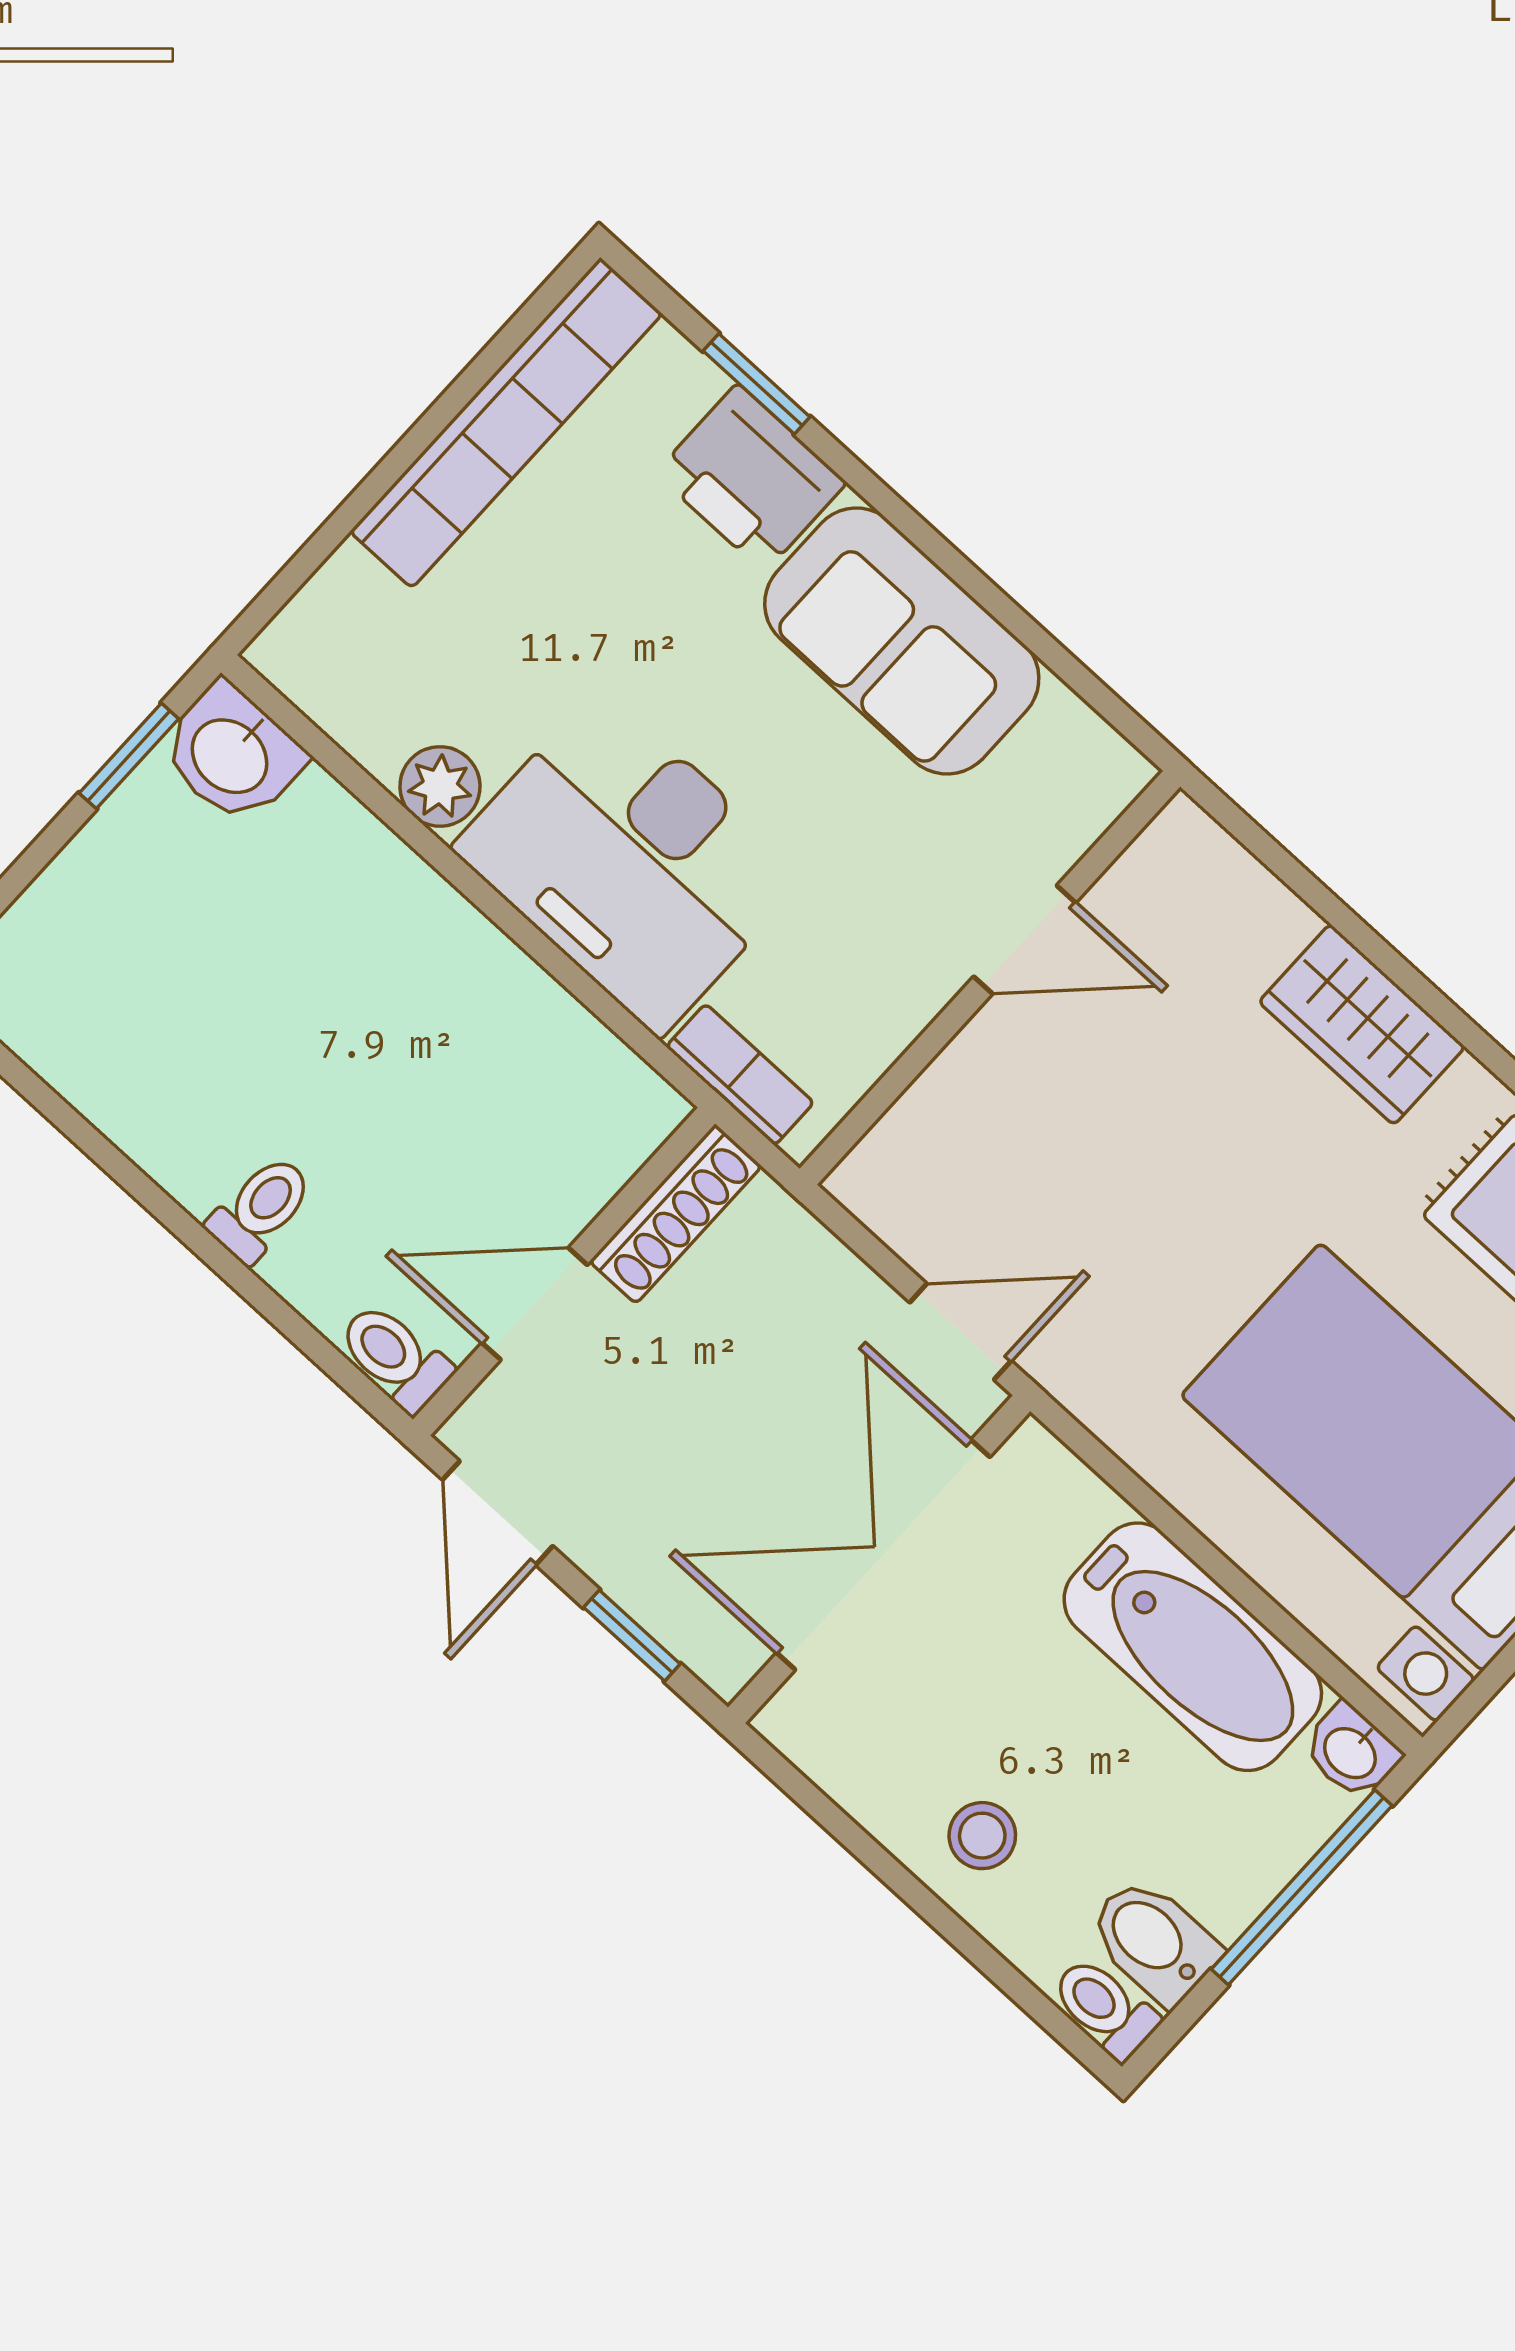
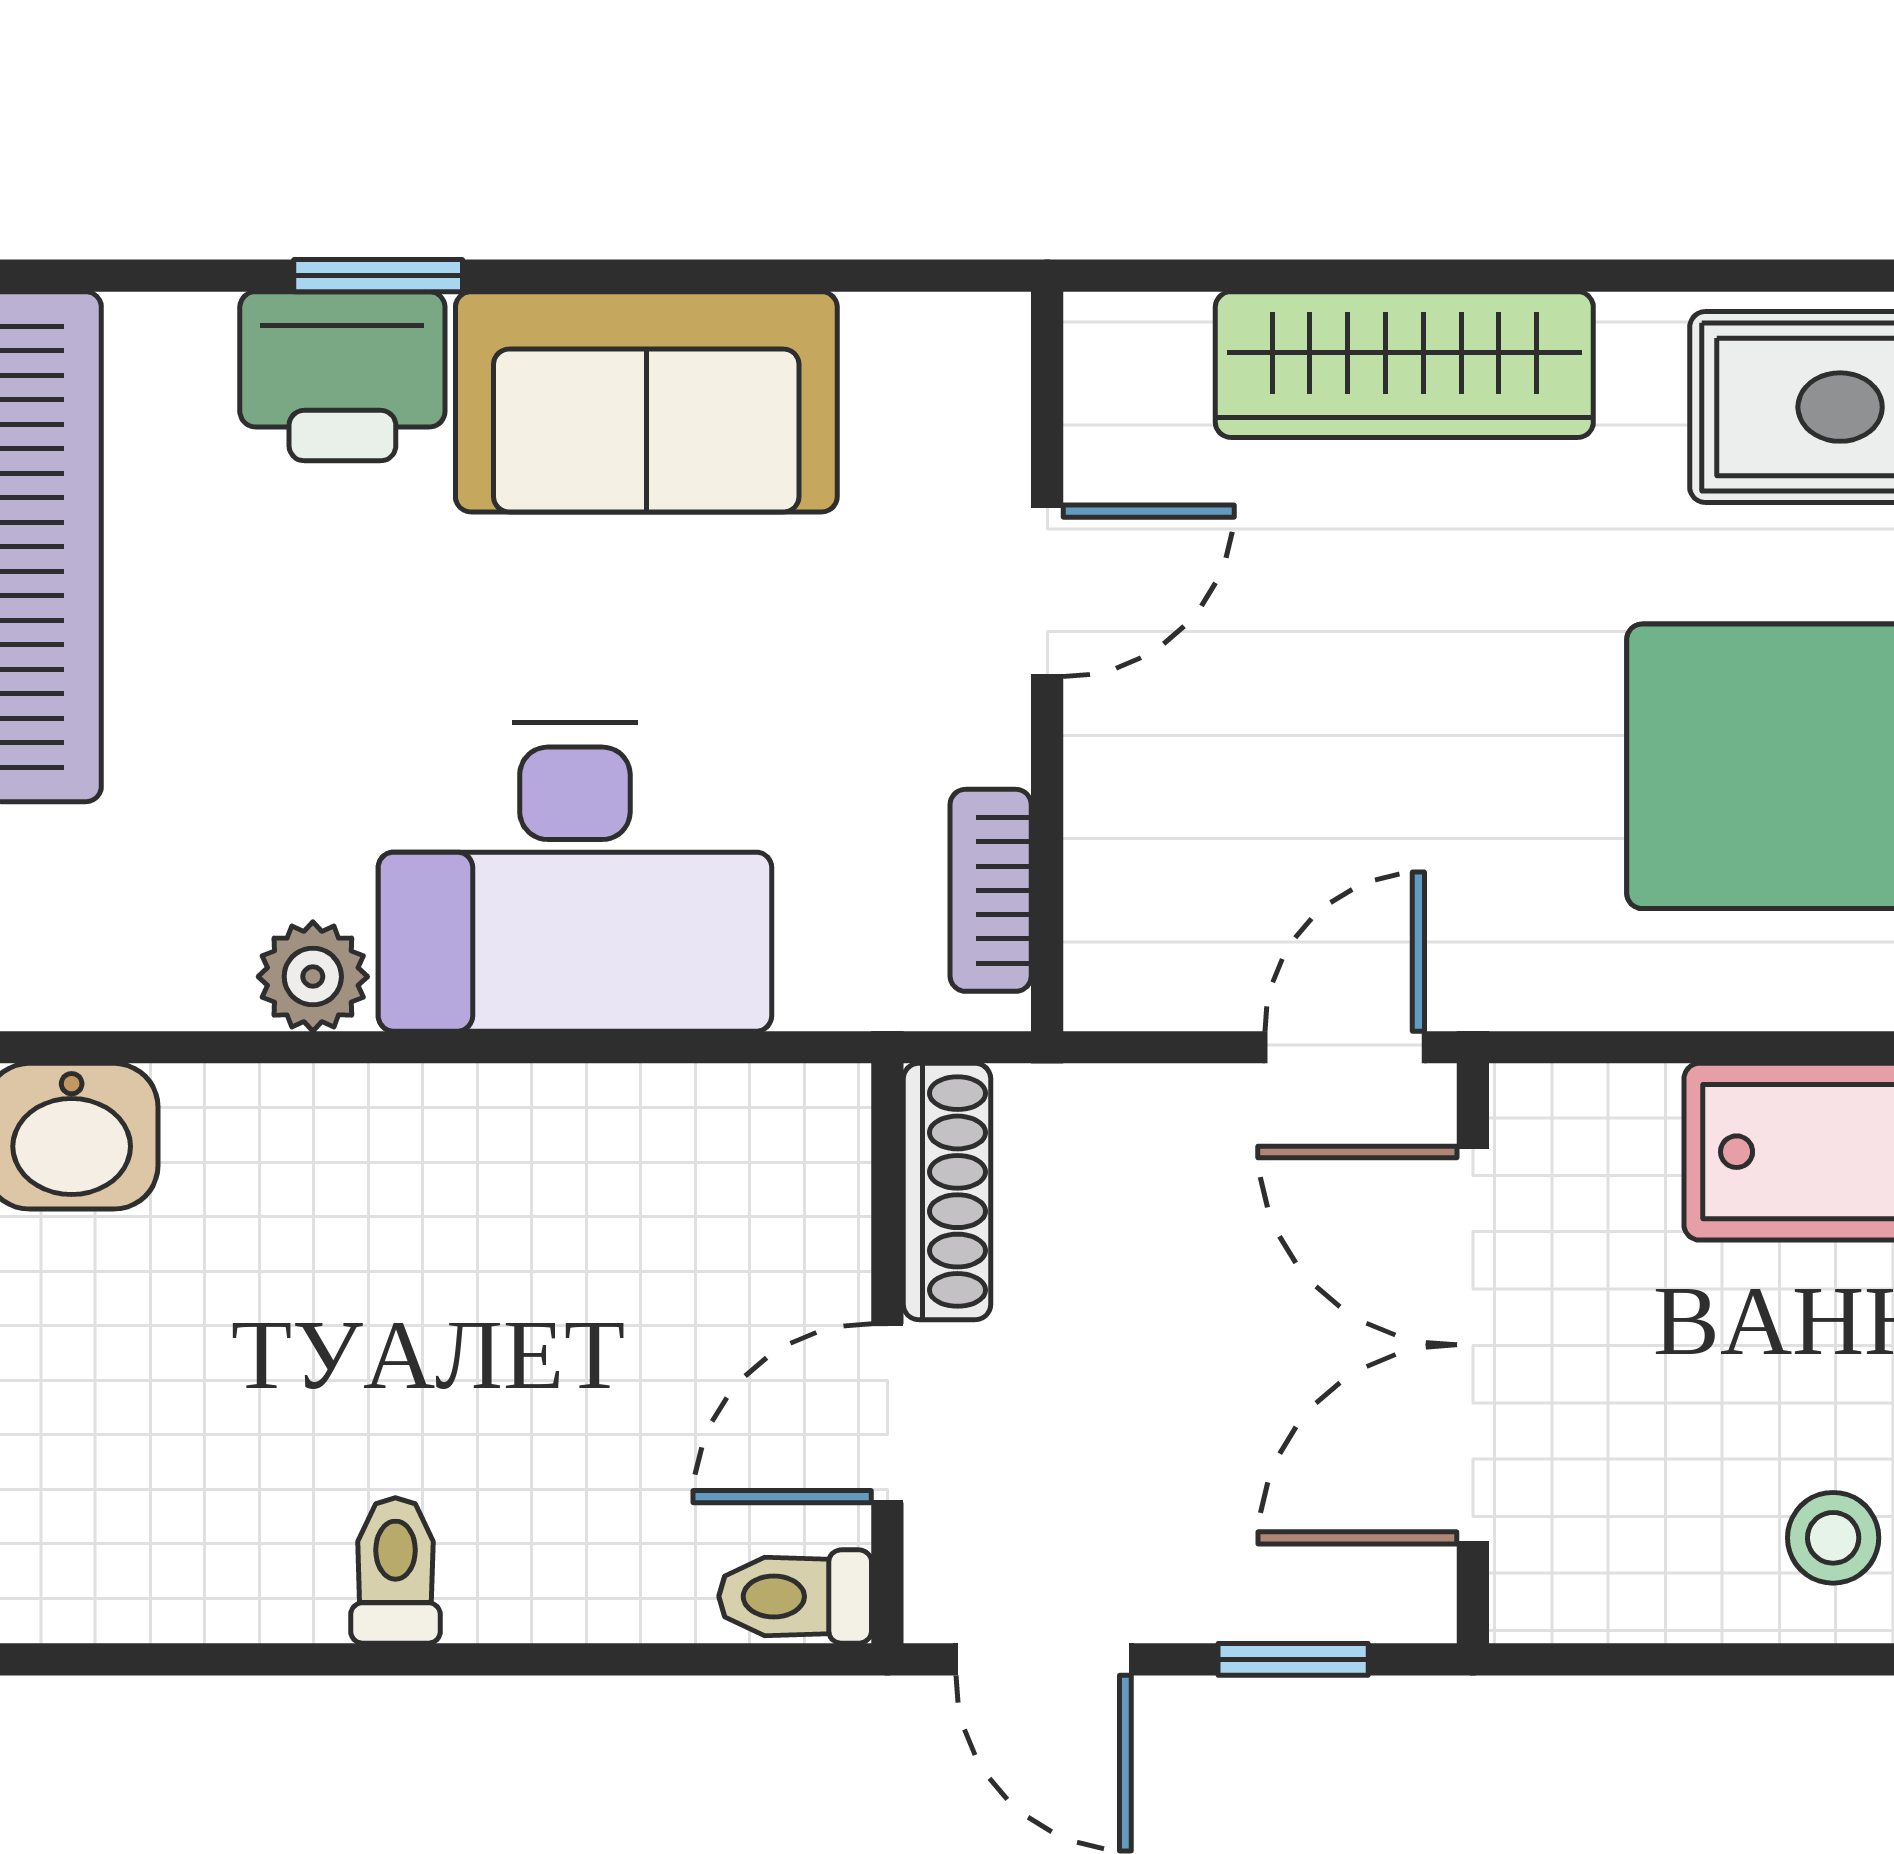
window: (757, 384) -> (378, 276), moved
wardrobe: (1362, 1024) -> (1404, 365), width x1.50
bookcase: (740, 1075) -> (991, 890), moved, turned -90
toilet: (261, 1209) -> (395, 1571), moved

